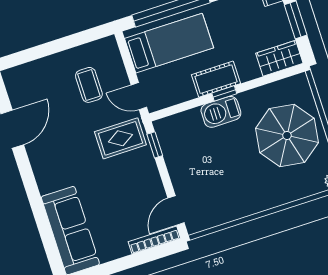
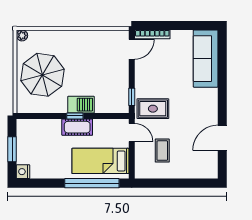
wardrobe: (279, 58) -> (31, 127), removed

